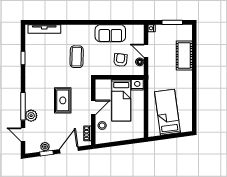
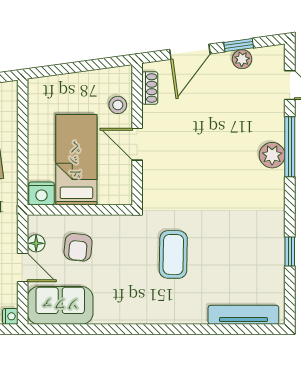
sofa: (110, 33) -> (60, 305), moved
rug: (63, 100) -> (203, 160), removed
door: (93, 107) -> (137, 144), hinge flipped
plant: (31, 116) -> (272, 155), moved

